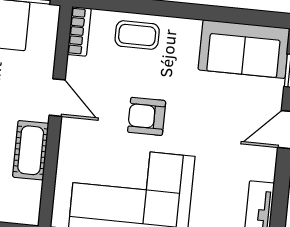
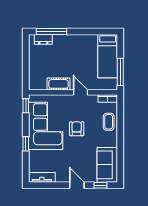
door: (57, 98) -> (81, 92), swing flipped

